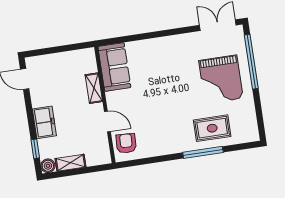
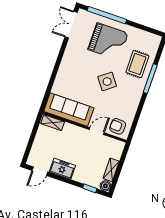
sofa: (114, 67) -> (69, 110), width x1.36
shelving: (94, 88) -> (53, 123), moved
side table: (173, 103) -> (107, 81), added
freezer: (44, 122) -> (62, 169), moved

